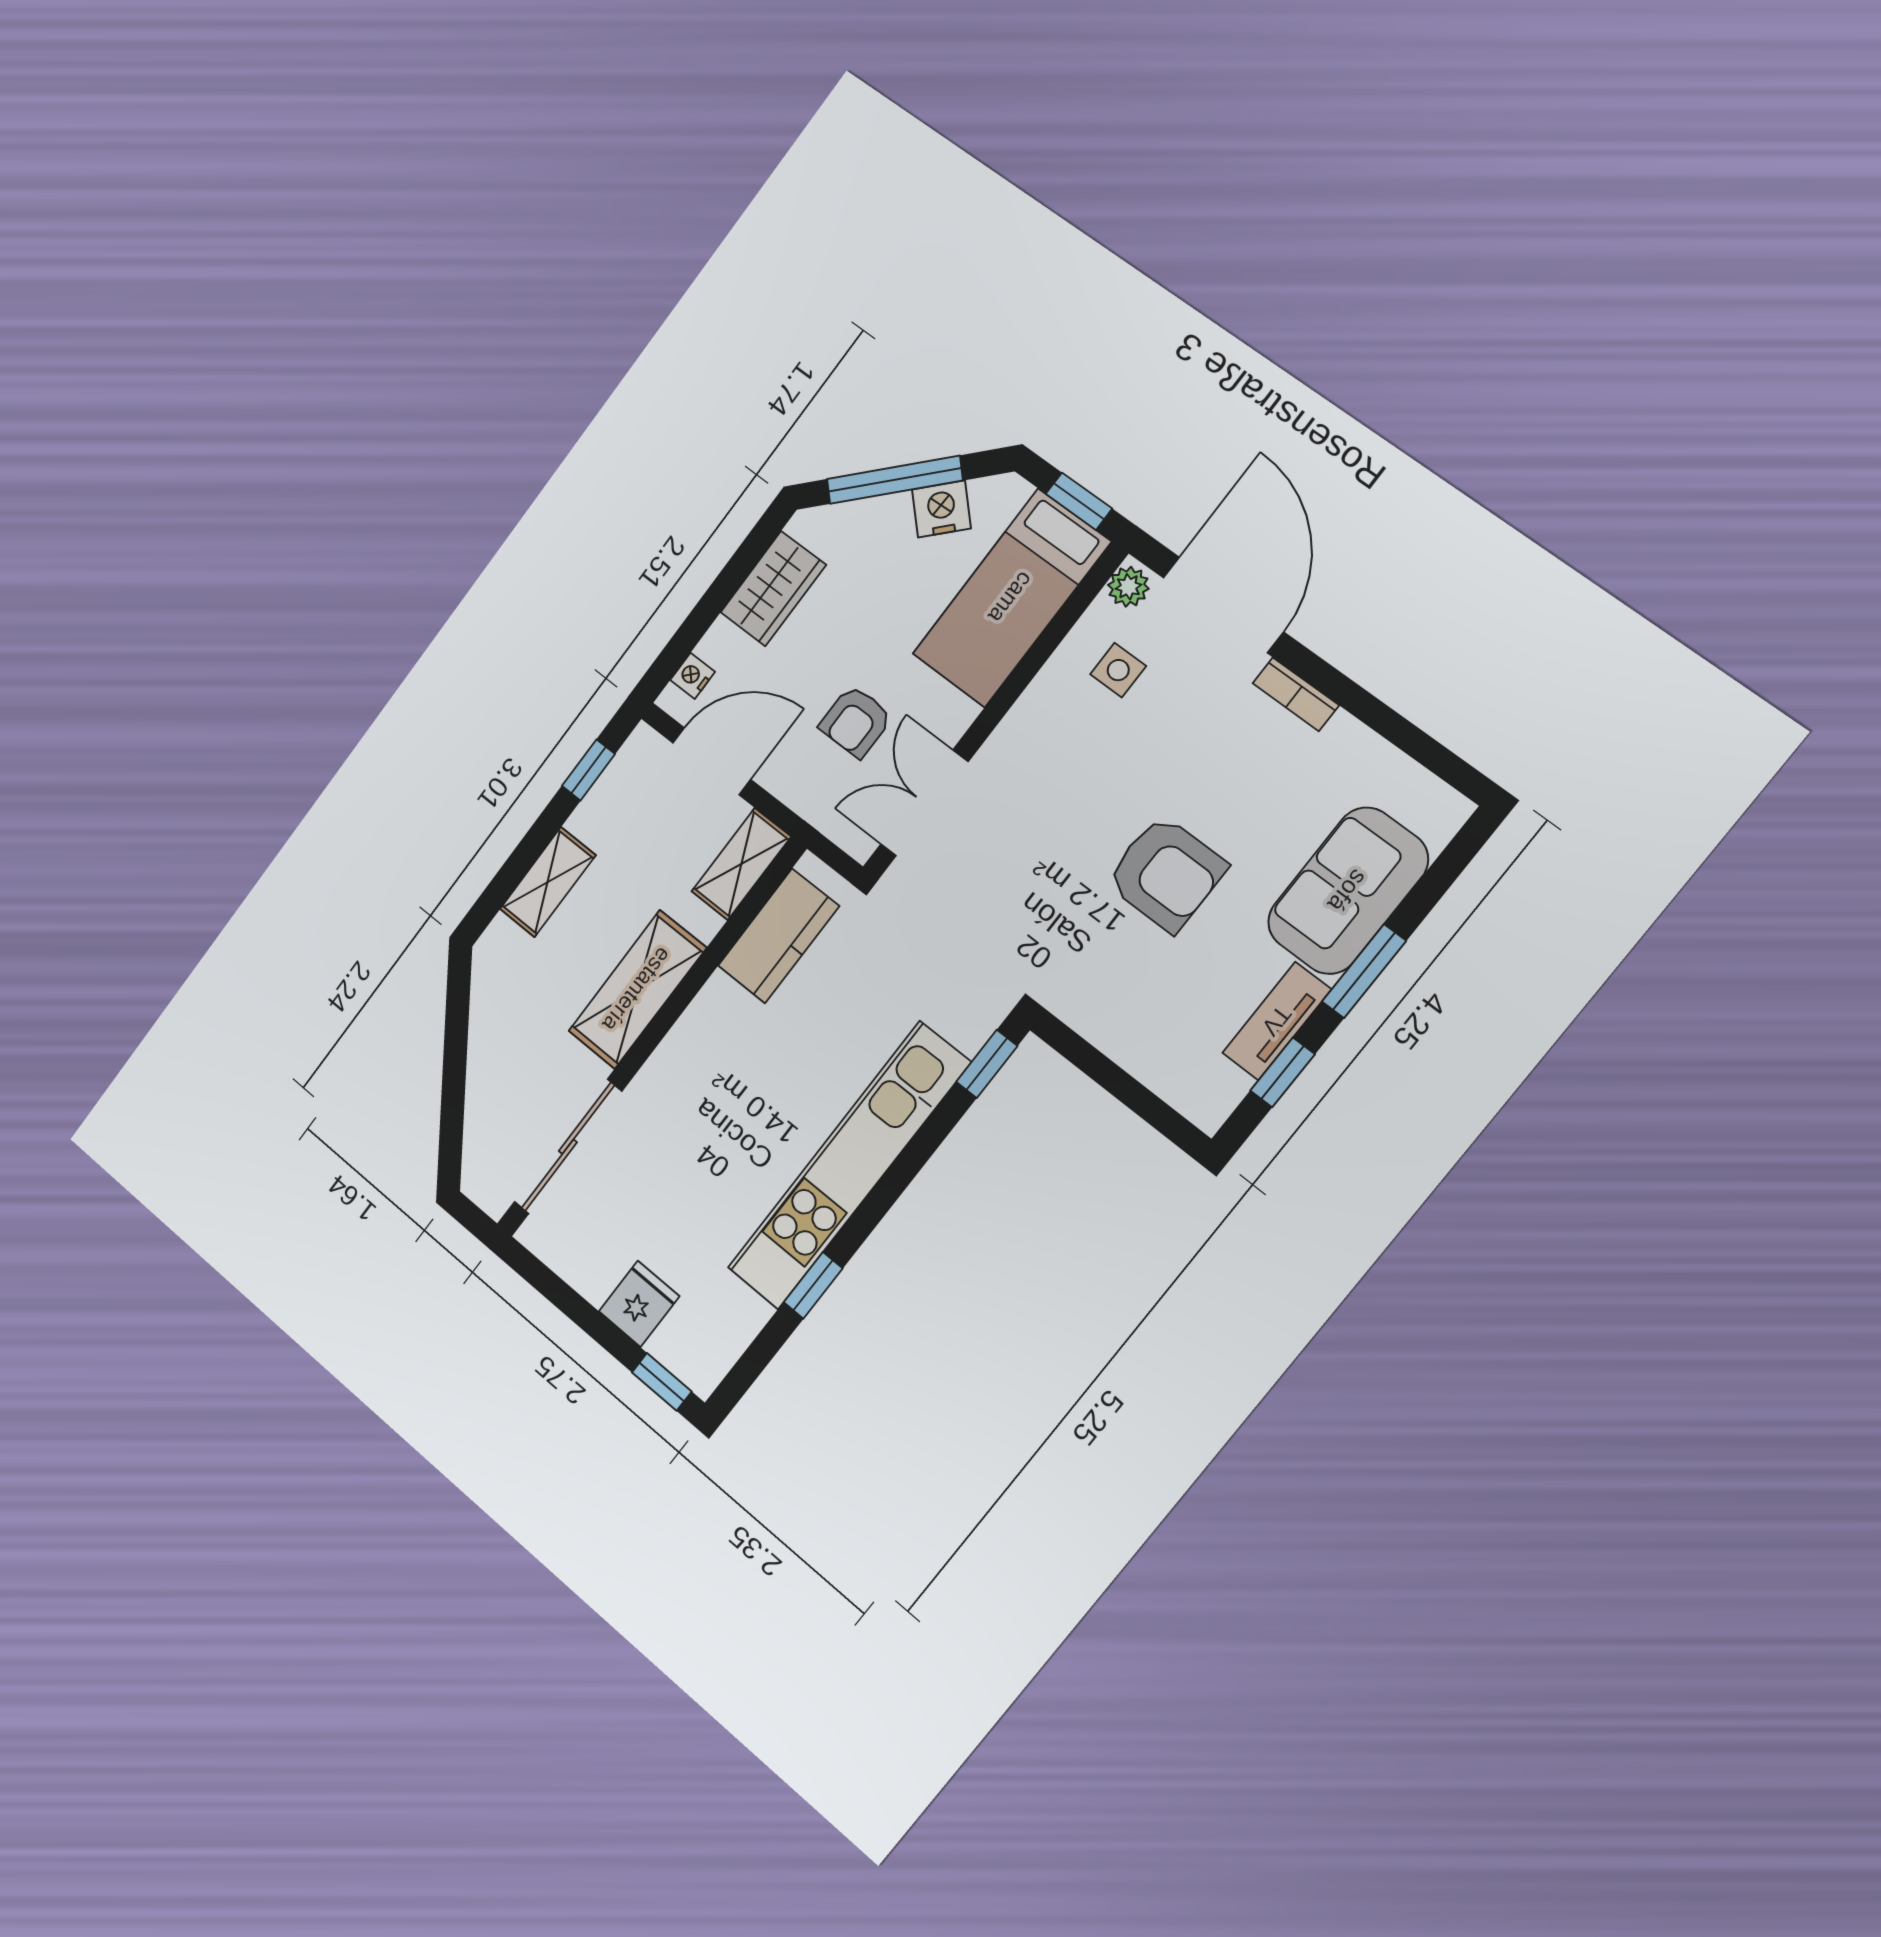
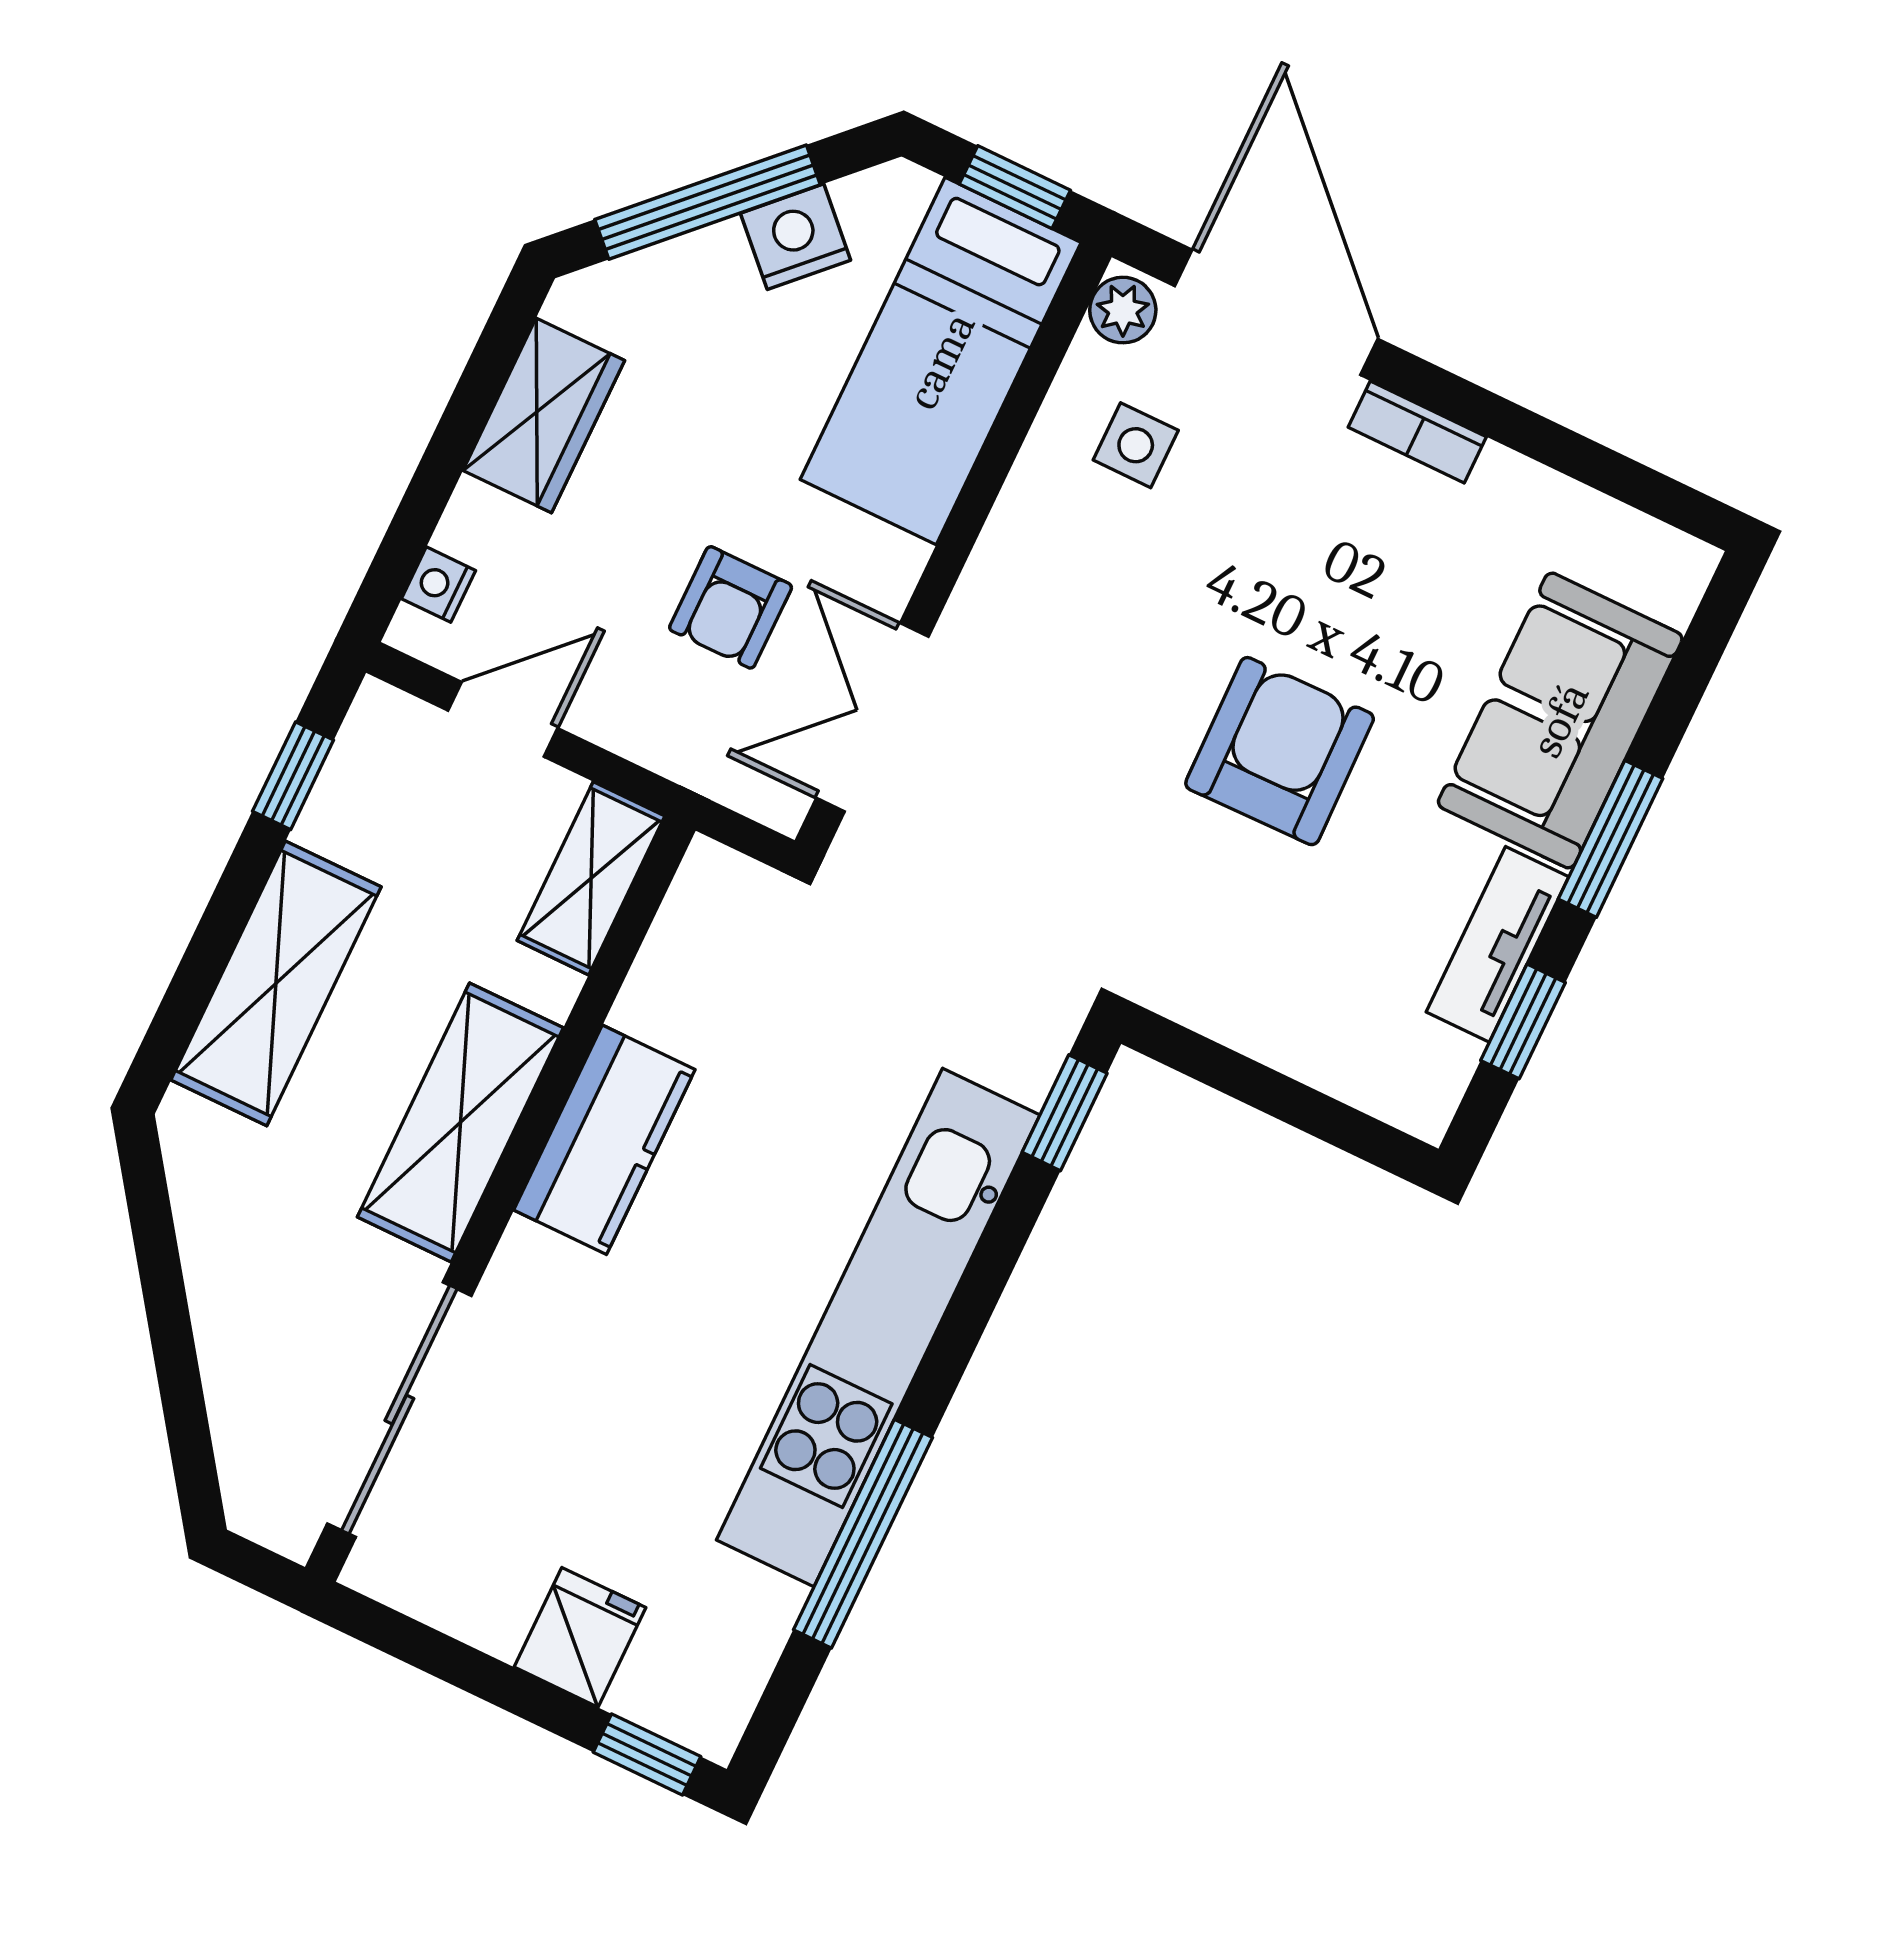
door: (712, 761) -> (503, 719), width x0.73
armchair: (1166, 873) -> (1280, 751), turned -91
shelving: (548, 882) -> (276, 983), width x1.50, depth x1.33
kitchen counter: (778, 936) -> (604, 1140), moved
window: (813, 1285) -> (863, 1534), width x2.17

